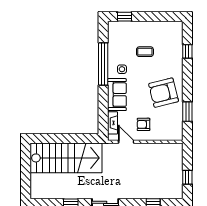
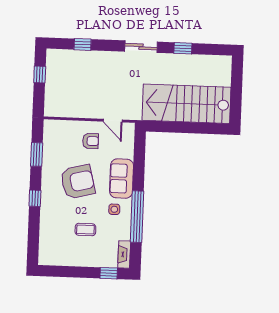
window: (187, 51) -> (35, 198), moved
armchair: (164, 93) -> (78, 182), moved
fireplace: (112, 123) -> (124, 254), moved

